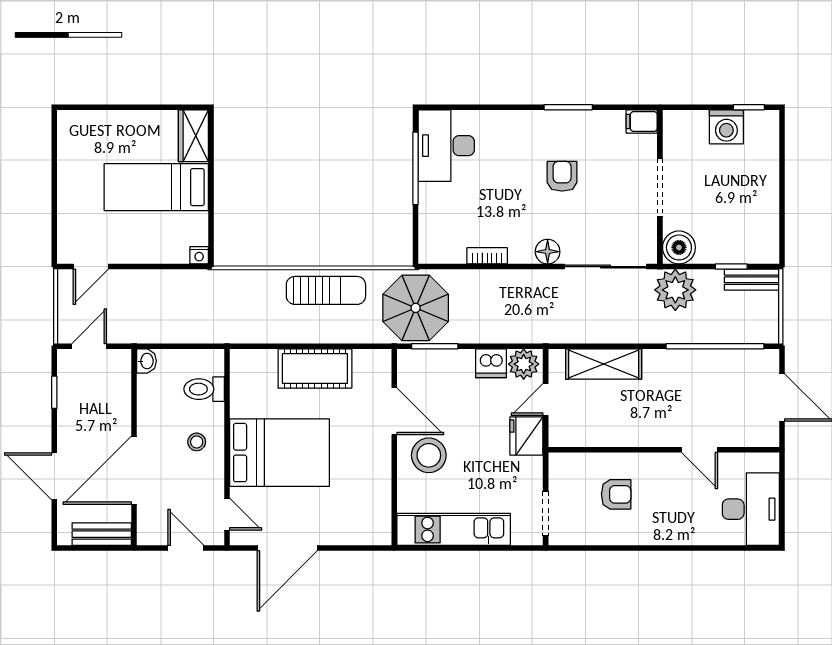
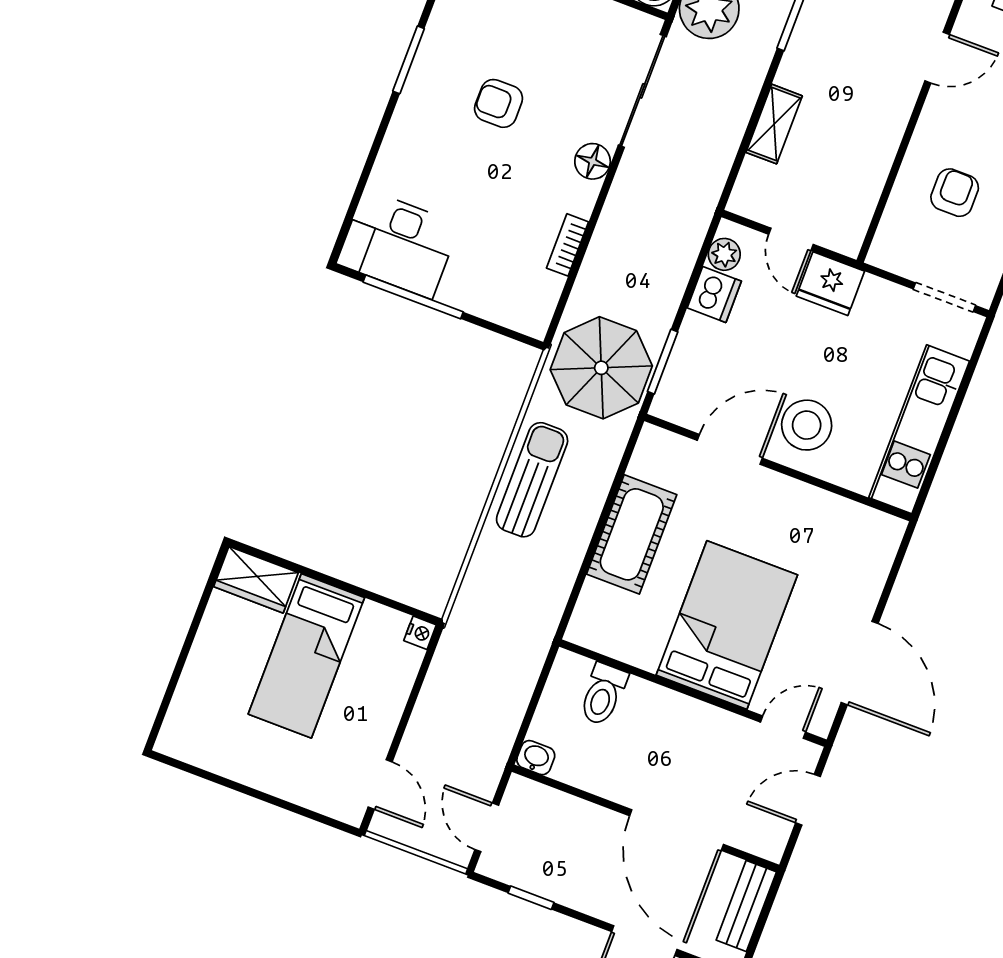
plant: (524, 364) -> (724, 254), width x0.73, depth x0.73
shelving: (604, 364) -> (774, 124), width x0.67, depth x0.75
stool: (197, 442) -> (670, 731), removed

